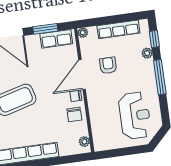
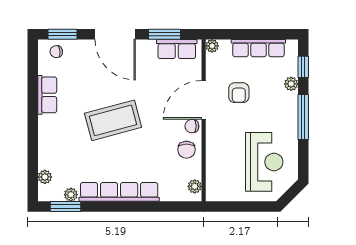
armchair: (108, 65) -> (239, 93), turned 180

